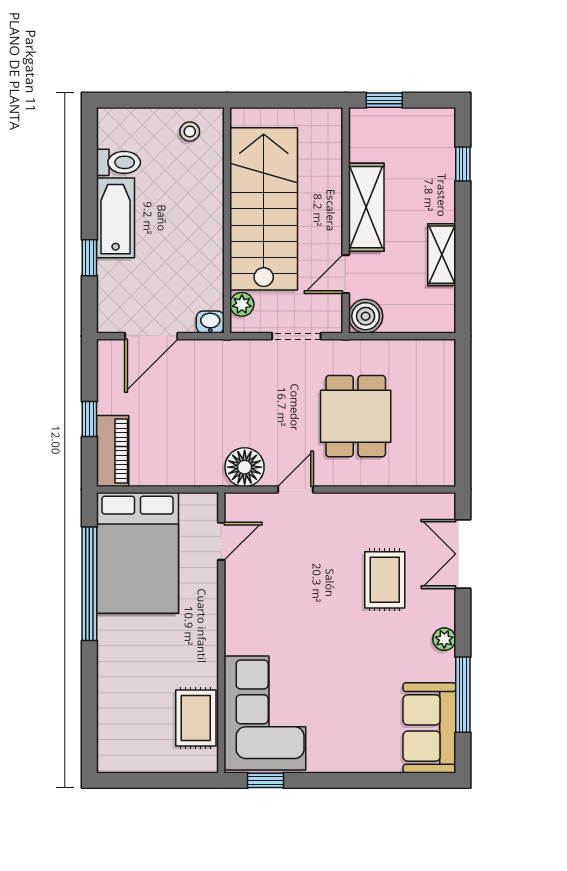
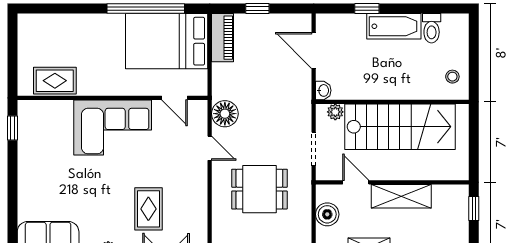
boiler: (366, 316) -> (327, 214), moved
piano: (113, 451) -> (222, 38), moved, turned -90
rug: (385, 580) -> (148, 209), turned 90
corner sofa: (265, 713) -> (113, 127), moved

